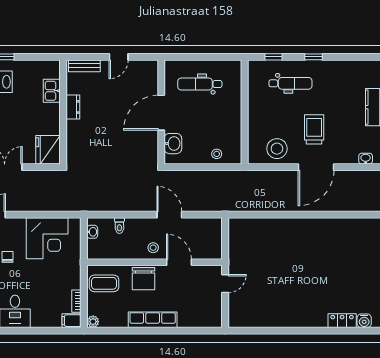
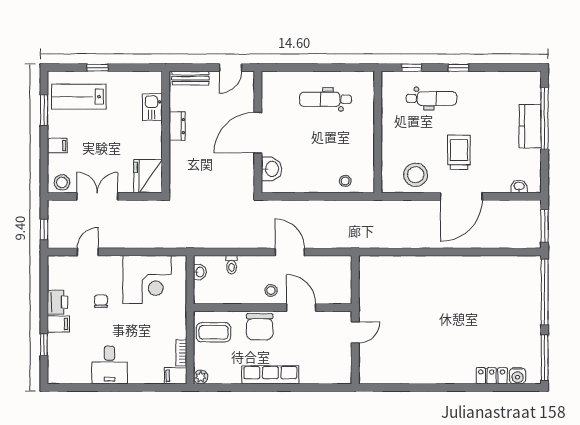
wall: (161, 112) -> (258, 132), moved
door: (161, 113) -> (258, 133), moved
washbasin: (173, 144) -> (271, 169), moved

